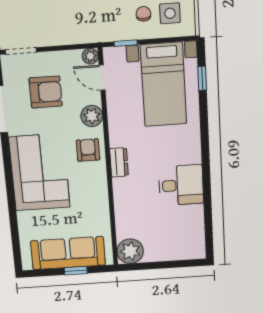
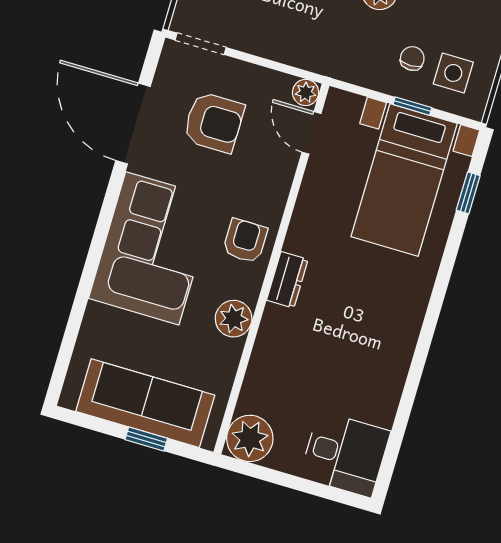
window: (126, 43) -> (412, 106), moved
plant: (92, 116) -> (234, 319), moved
desk: (181, 185) -> (345, 454), moved

